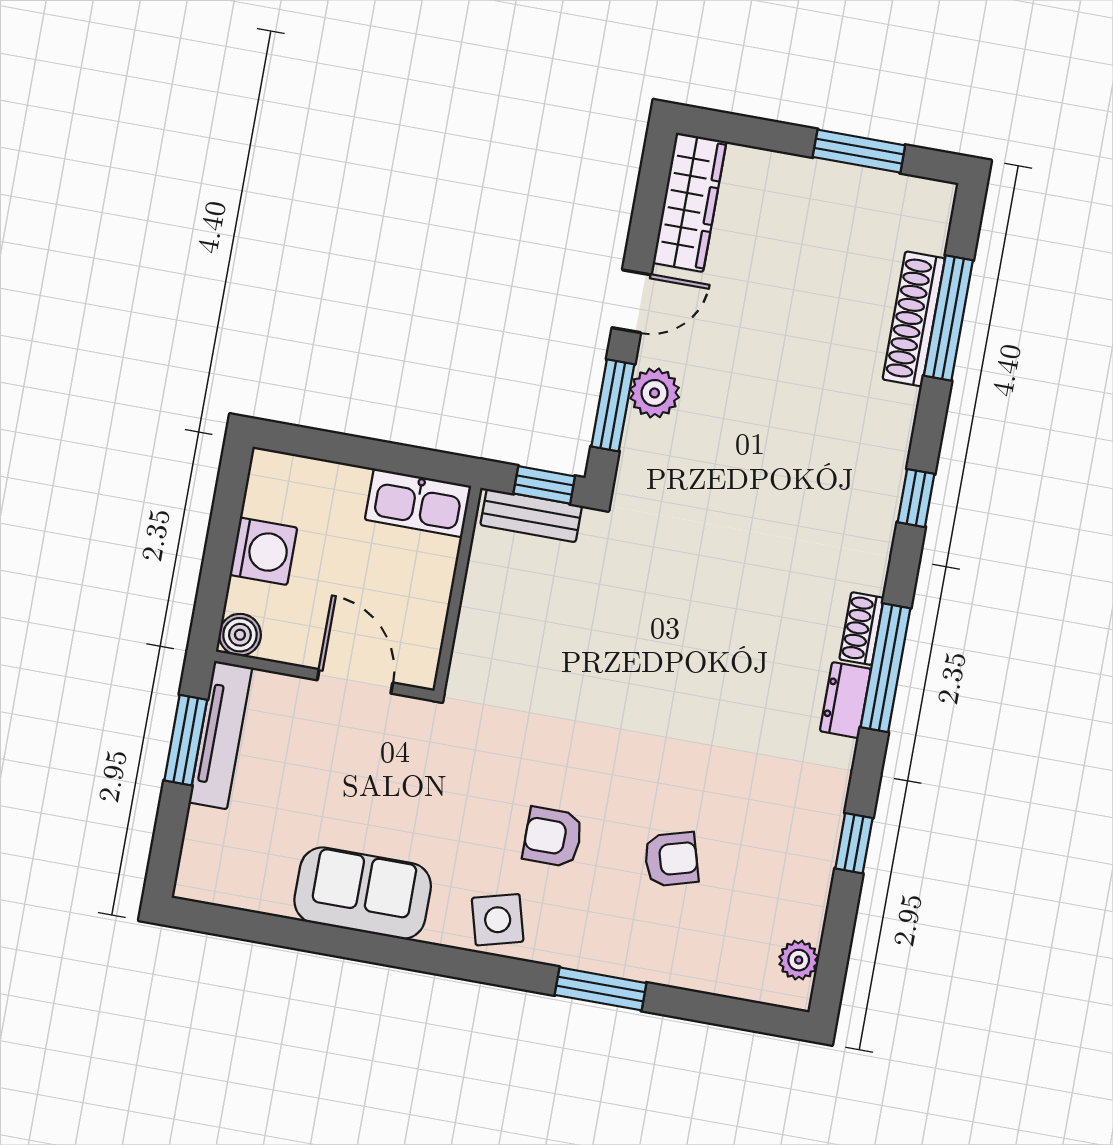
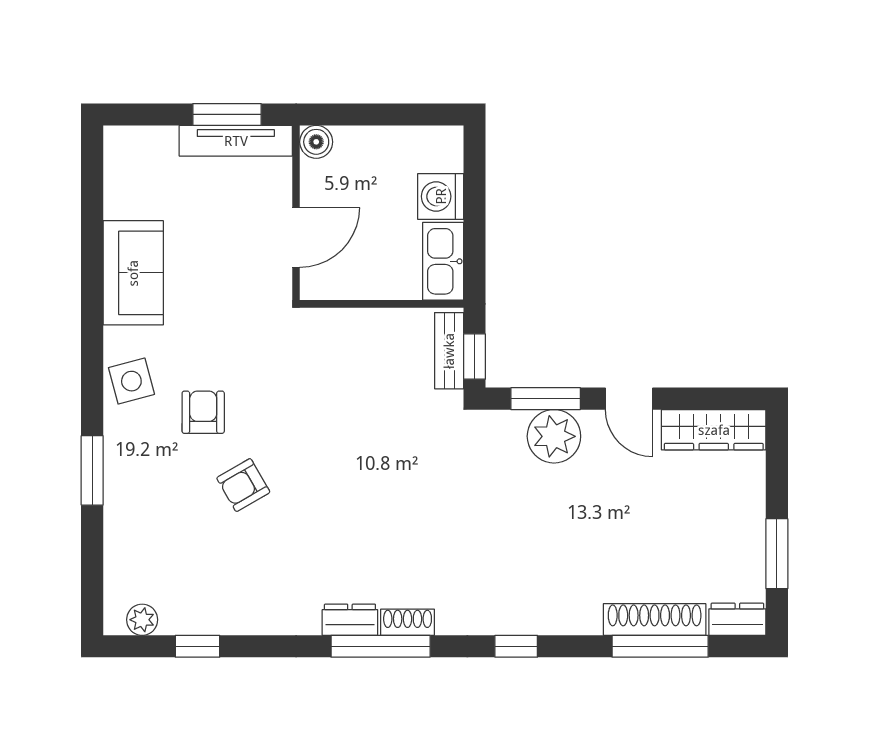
dresser: (932, 215) -> (737, 619), added
plant: (655, 393) -> (554, 436), width x1.36, depth x1.36
washing machine: (263, 551) -> (441, 196), moved, turned 90
window: (854, 843) -> (198, 646), moved
armchair: (671, 859) -> (243, 485), moved, turned 76

